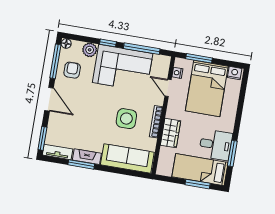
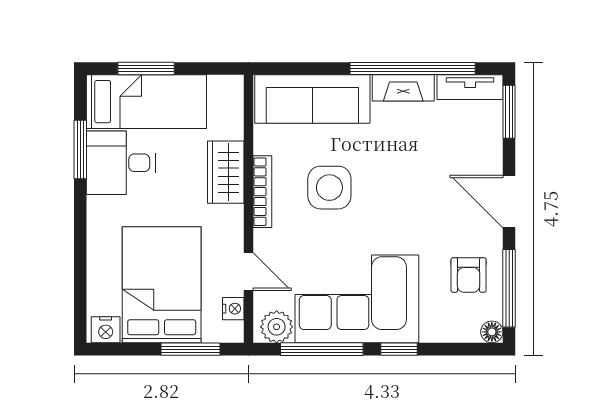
plant: (90, 50) -> (277, 327), moved
window: (81, 164) -> (413, 68), width x2.11

